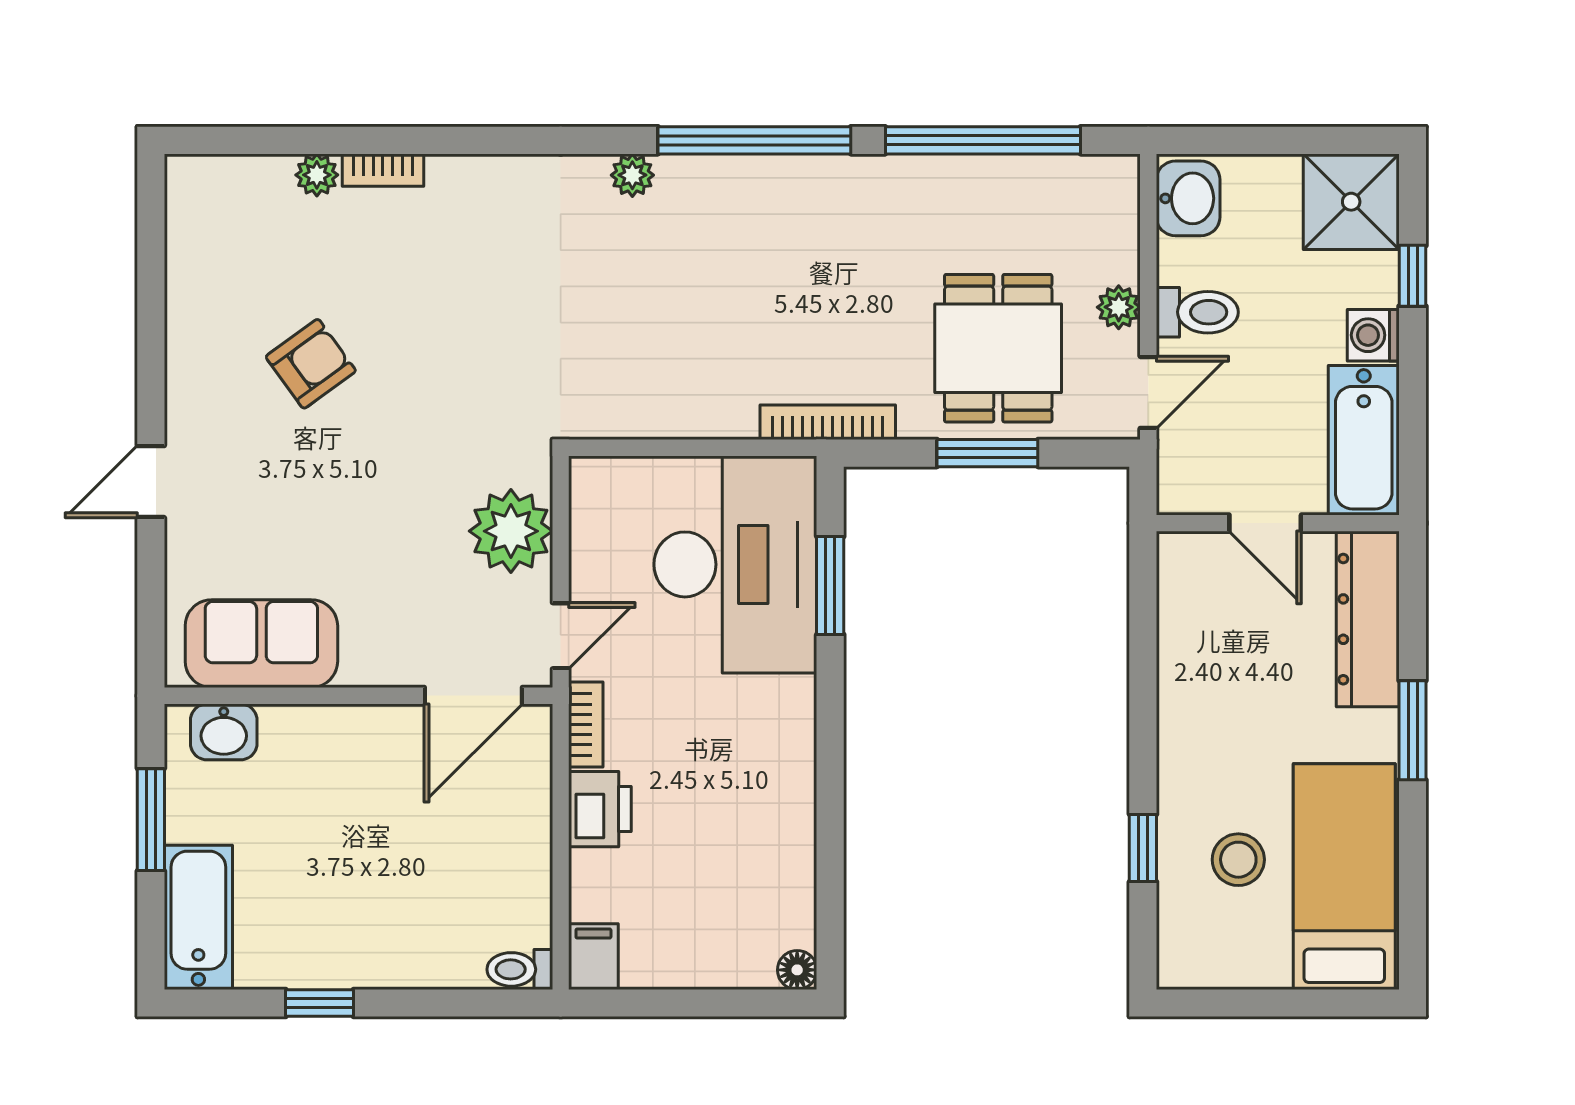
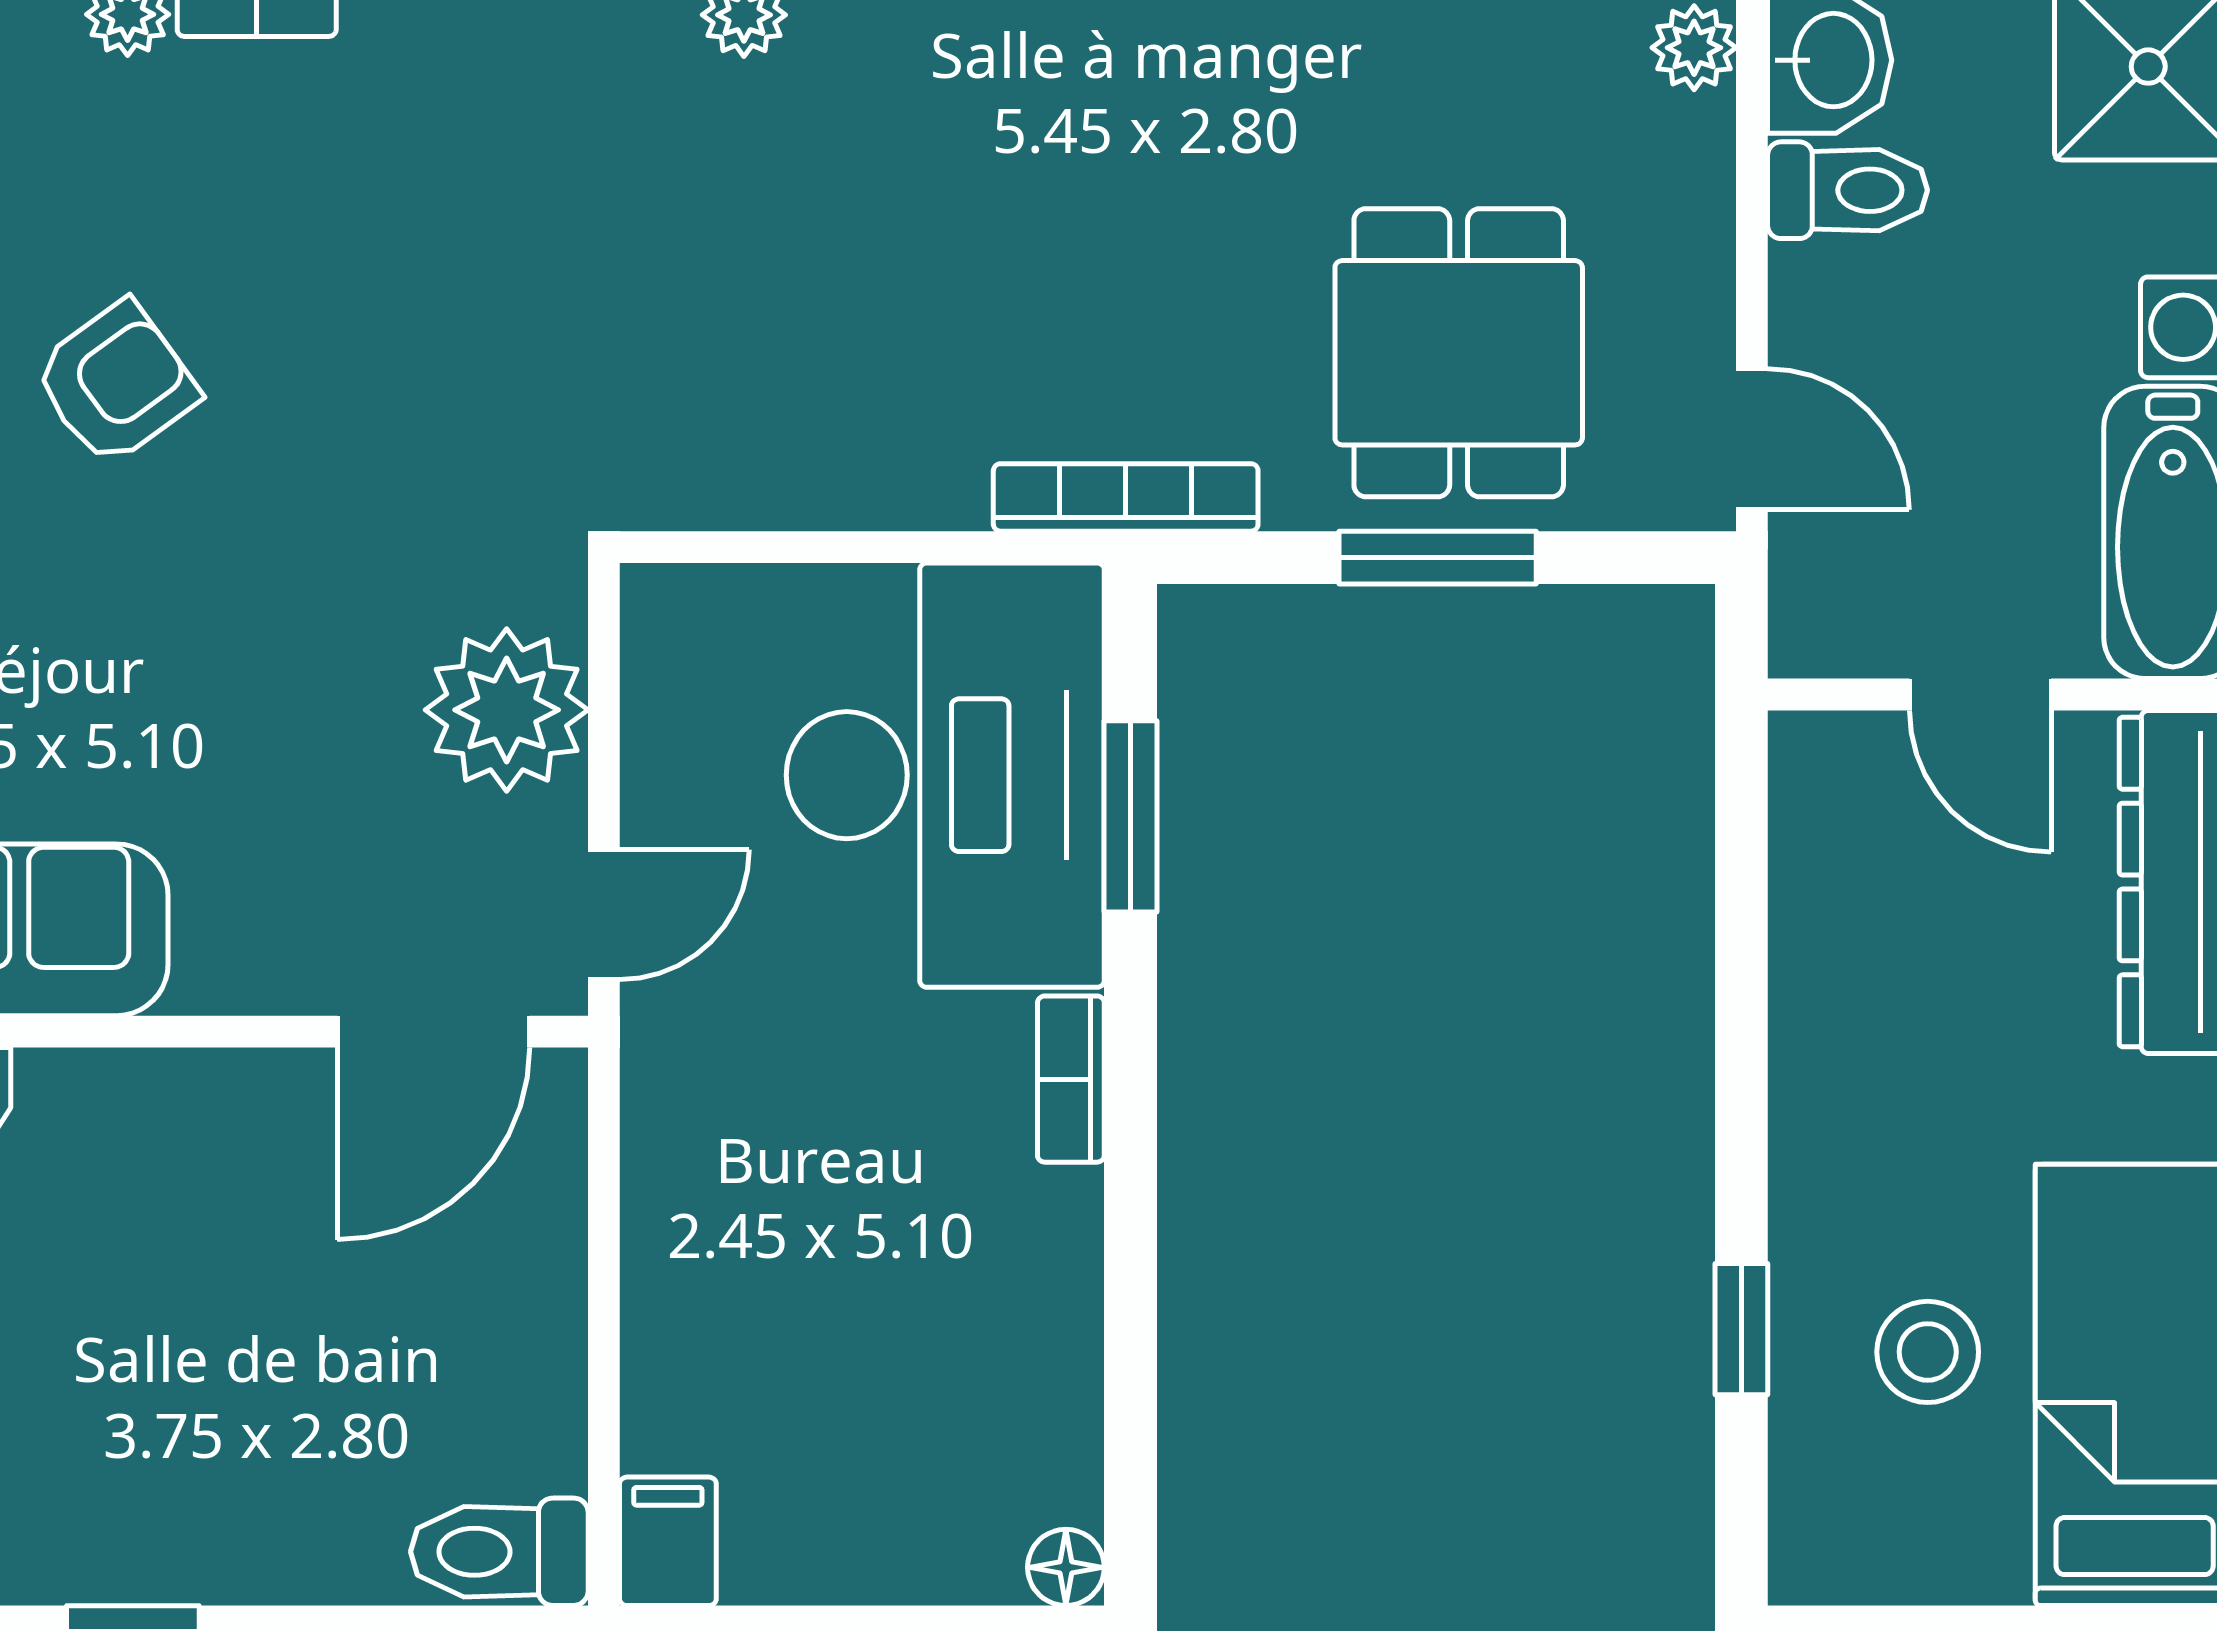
plant: (1119, 307) -> (1694, 48), moved
toilet: (1197, 312) -> (1848, 190), moved
door: (1148, 392) -> (1752, 439), hinge flipped
bookcase: (586, 724) -> (1071, 1079), moved, turned 180
printer: (600, 809) -> (681, 1253), removed
toilet: (520, 969) -> (499, 1552), width x1.37, depth x1.39

